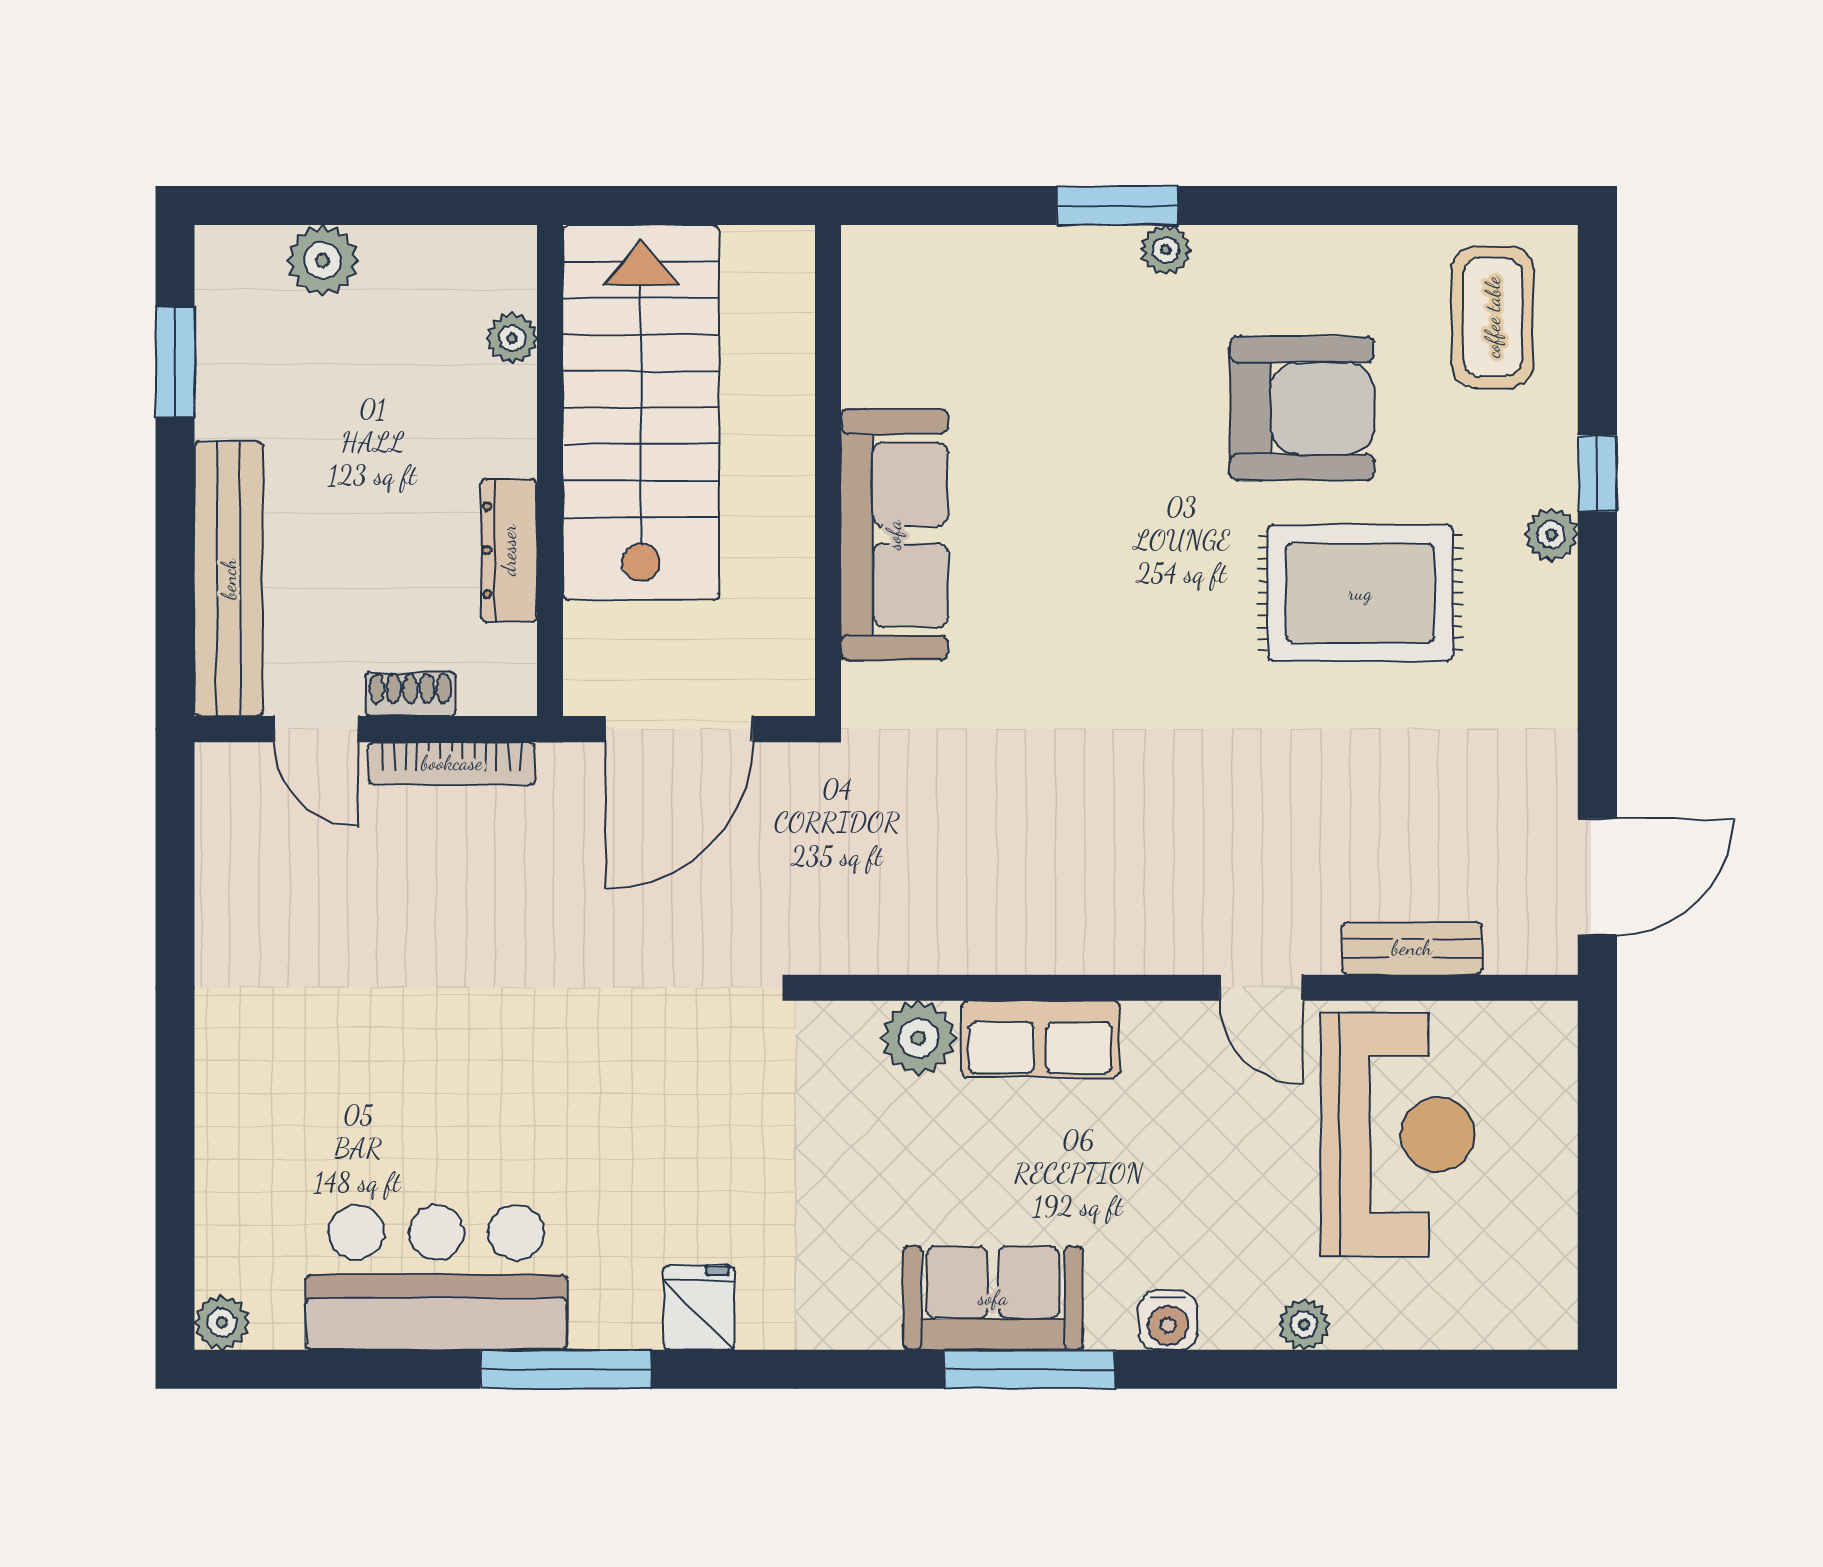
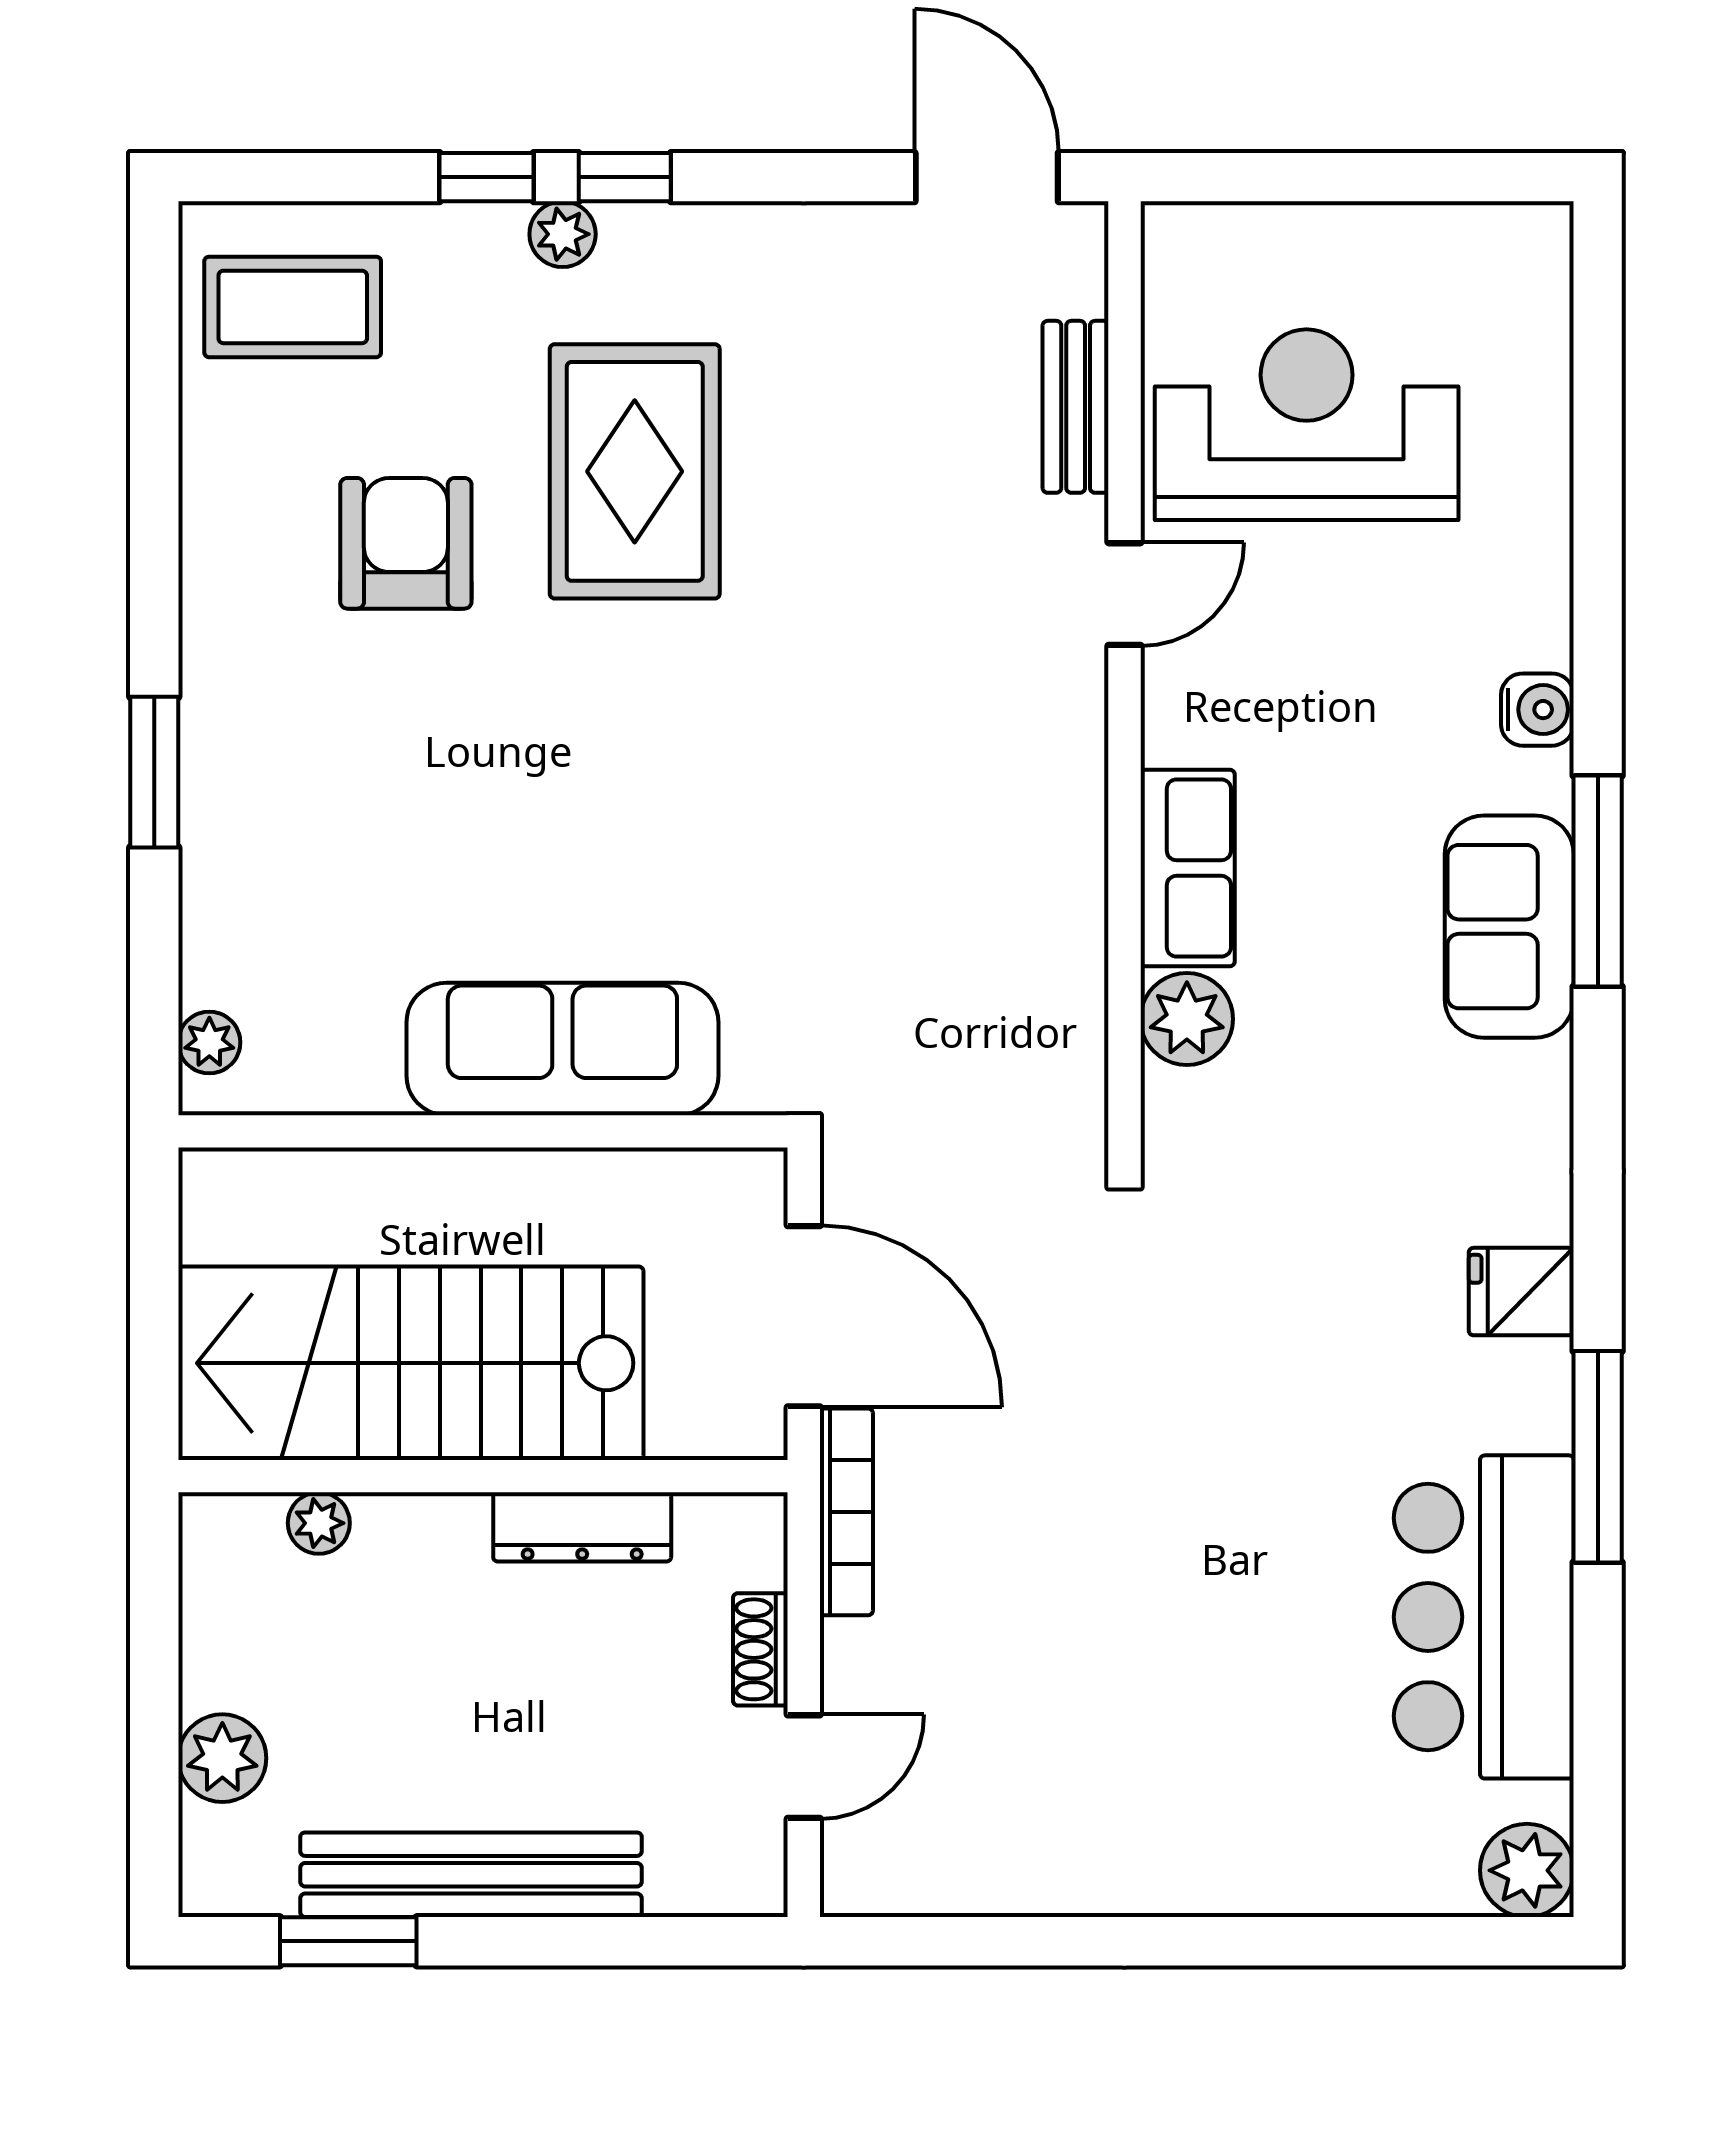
plant: (1166, 250) -> (209, 1042), moved
armchair: (1302, 408) -> (406, 543), width x0.73, depth x0.73
bench: (229, 579) -> (471, 1875), moved
window: (1597, 585) -> (625, 177), added
bookcase: (452, 763) -> (846, 1512), moved
plant: (222, 1322) -> (1527, 1870), width x1.38, depth x1.38
plant: (1304, 1325) -> (1542, 541), removed

